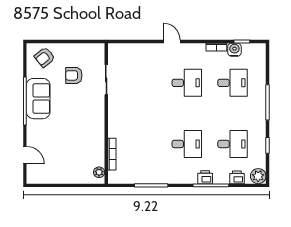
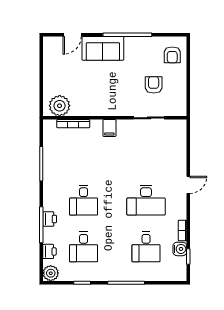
armchair: (45, 57) -> (172, 55), turned -141
desk: (187, 83) -> (146, 200), width x1.37
sofa: (38, 99) -> (103, 48), moved
filing cabinet: (116, 119) -> (109, 128), added
plant: (99, 172) -> (60, 106), width x1.88, depth x1.88

